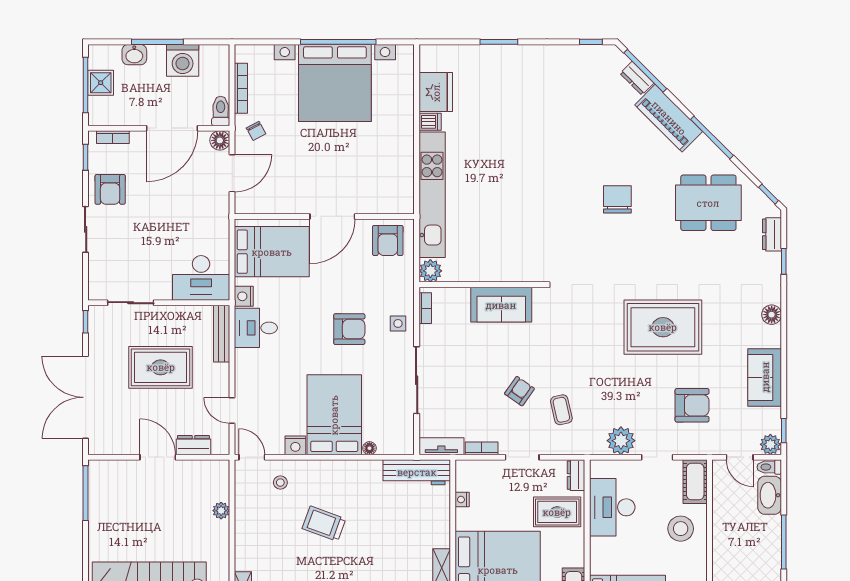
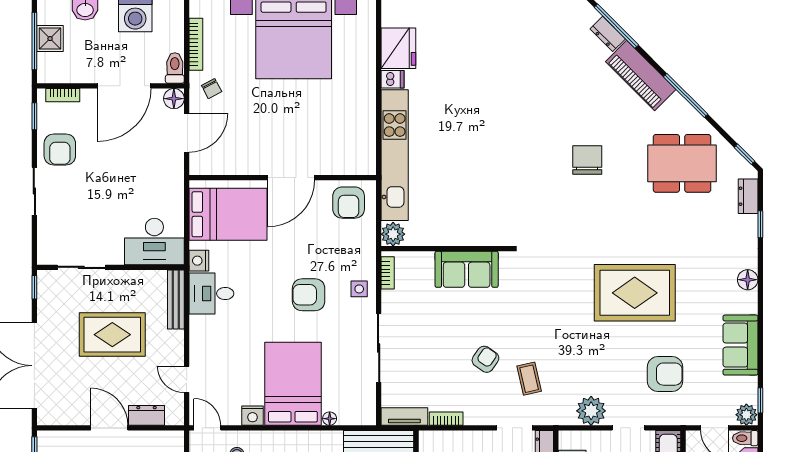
armchair: (349, 329) -> (309, 295), turned 180
doorway: (522, 457) -> (514, 428), moved

